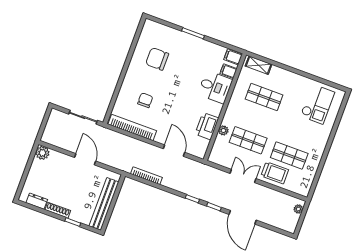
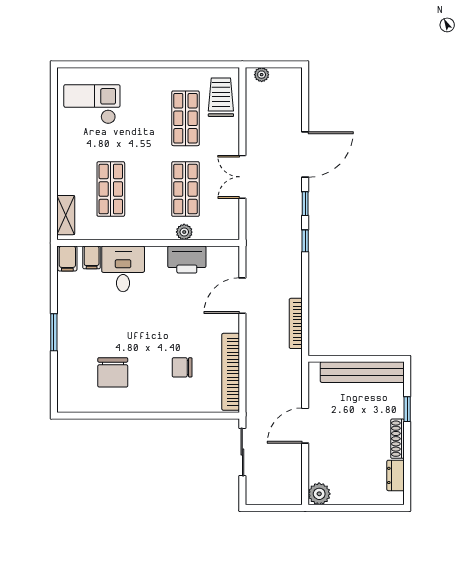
trolley: (275, 173) -> (221, 97), moved

